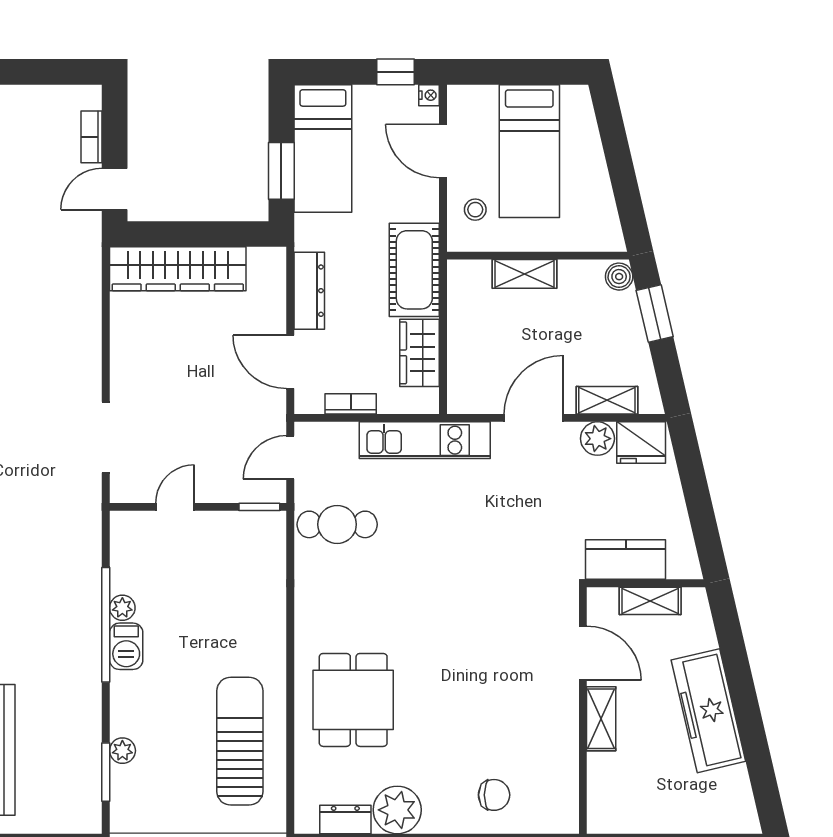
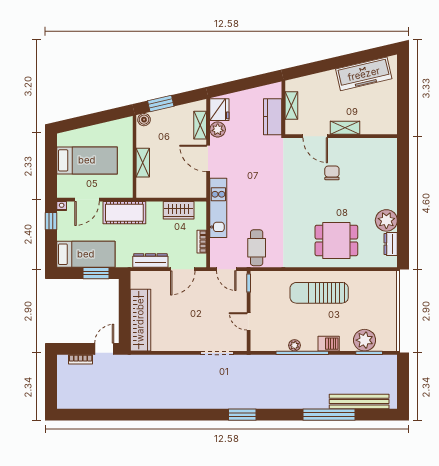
door: (115, 189) -> (104, 349), swing flipped
stool: (475, 210) -> (114, 185), removed
cot: (414, 270) -> (124, 213), moved
barbecue: (126, 646) -> (329, 344), moved
door: (583, 653) -> (315, 136), swing flipped
freezer: (708, 711) -> (364, 74), moved
sun lounger: (240, 741) -> (319, 293), moved
plant: (122, 751) -> (365, 340), width x1.88, depth x1.88
chair: (494, 795) -> (332, 173), moved

